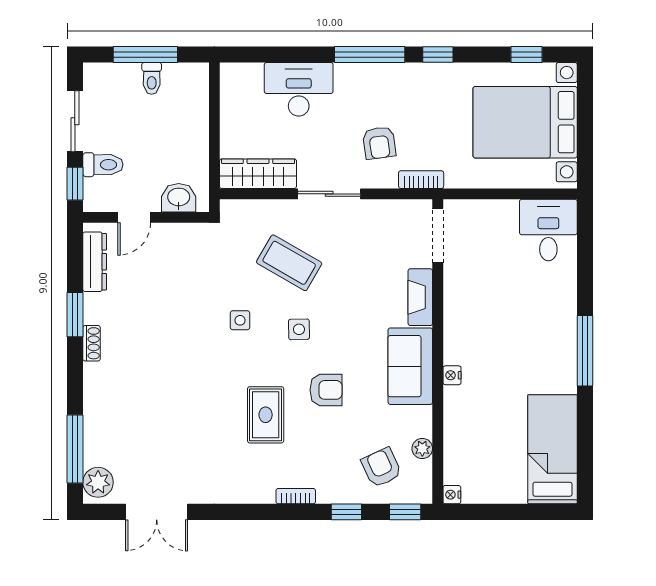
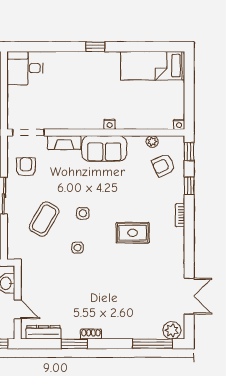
window: (585, 351) -> (95, 47), width x0.46
armchair: (326, 390) -> (26, 167), moved

